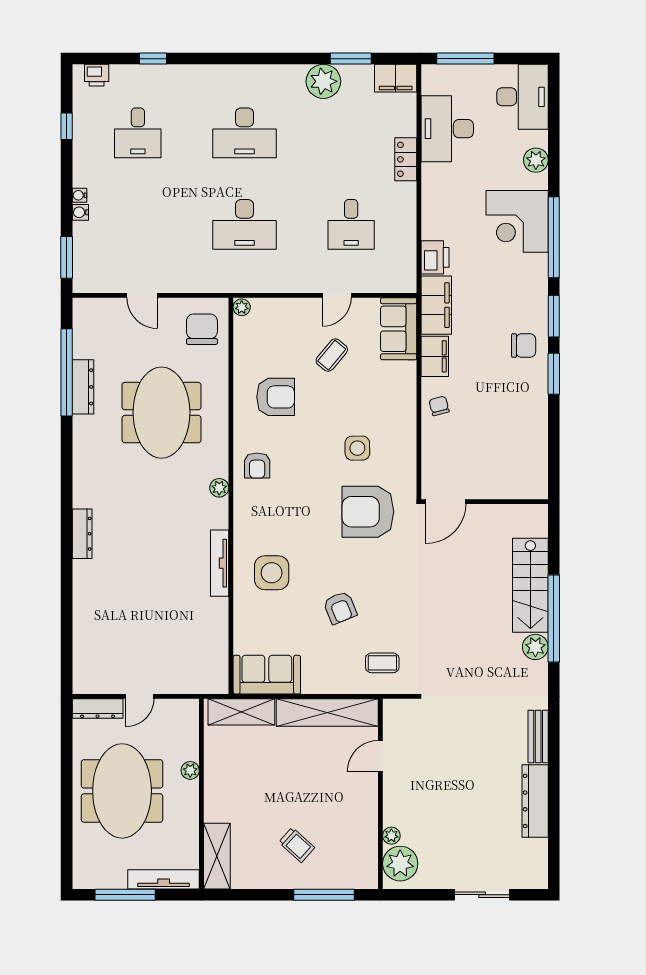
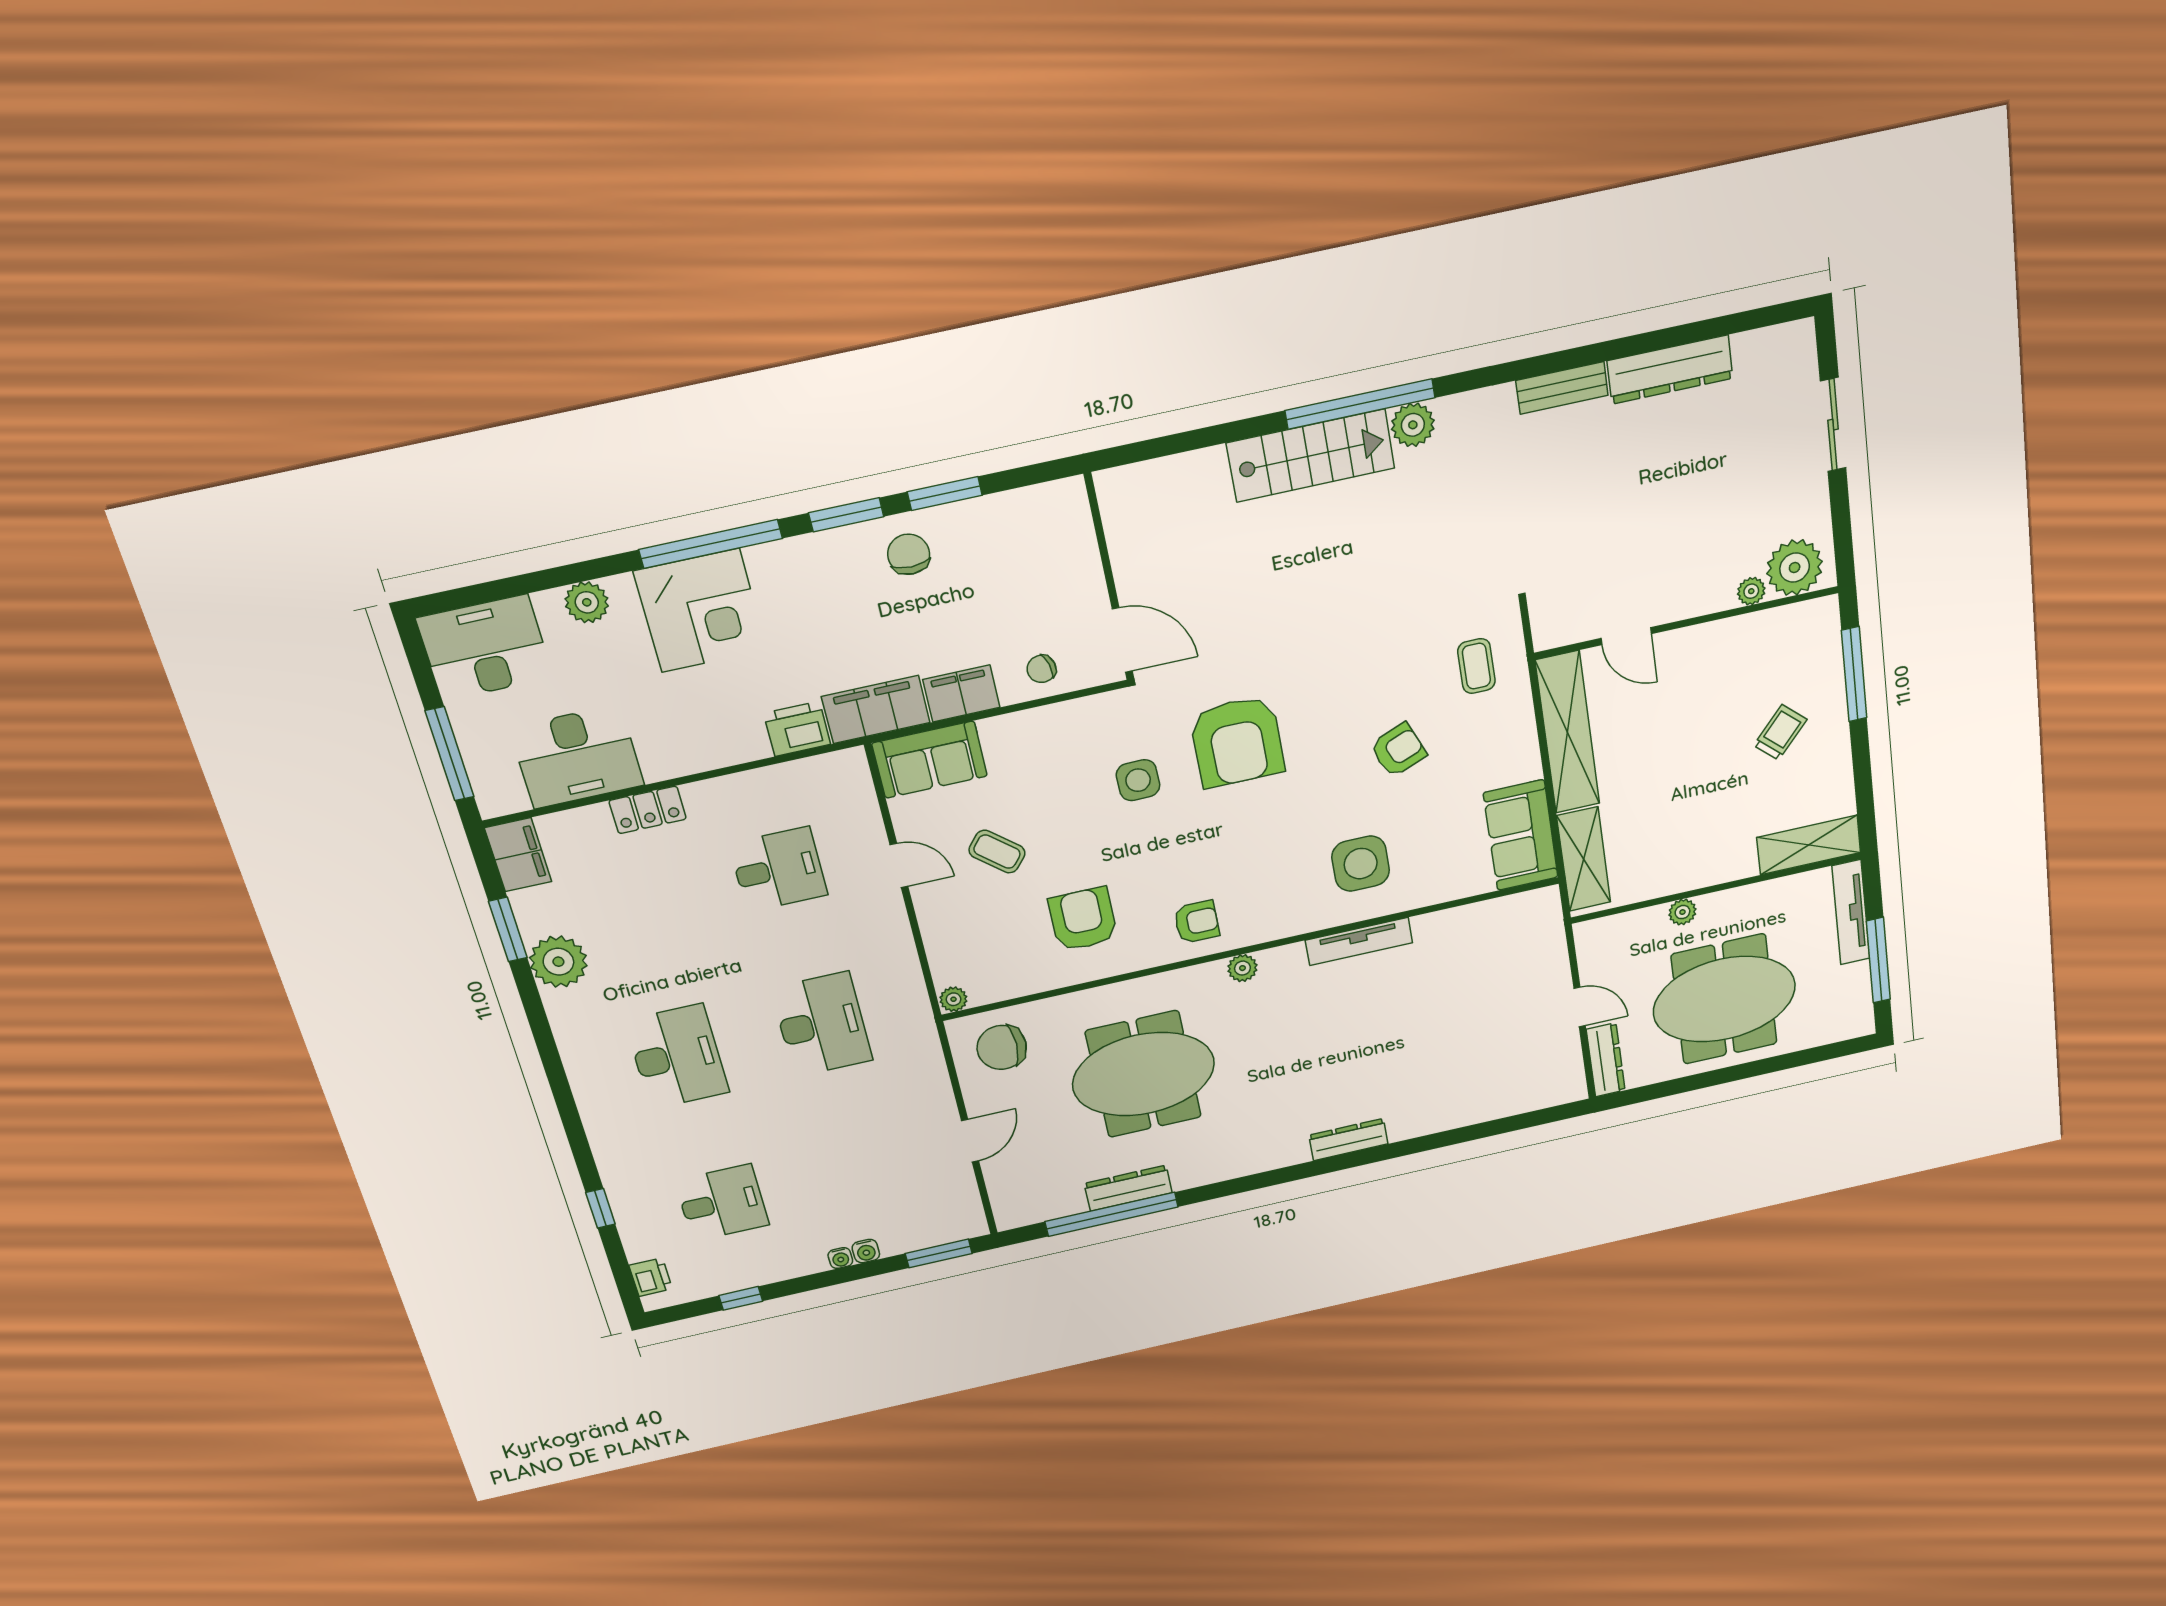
door: (446, 502) -> (1122, 640), moved
wall: (485, 502) -> (1109, 578), moved

